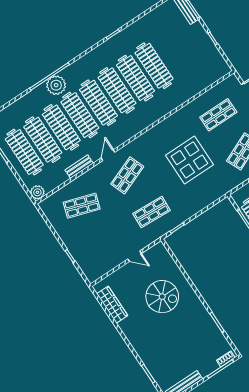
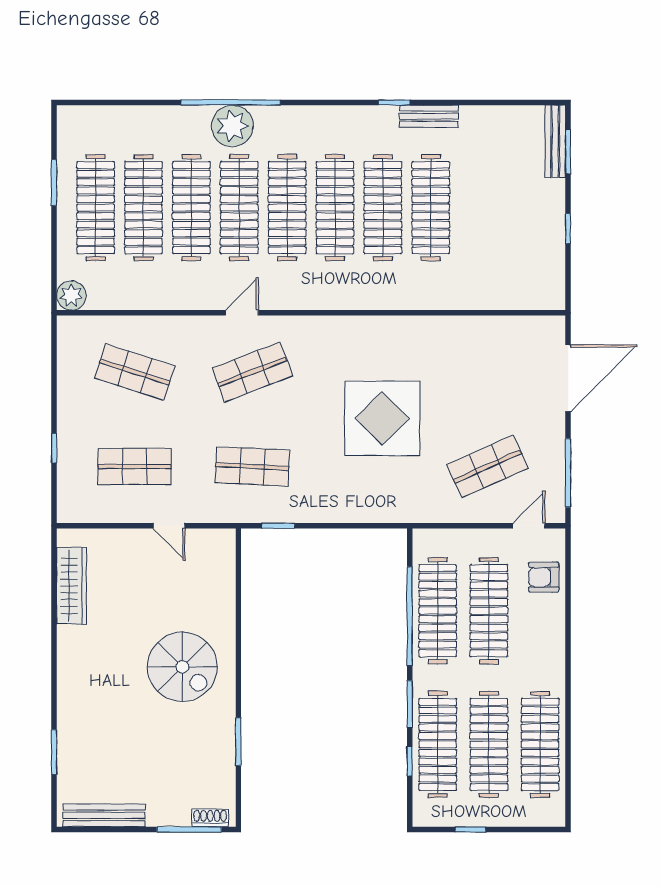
shop shelf: (218, 115) -> (135, 467), moved
bench: (79, 167) -> (429, 116), moved
spiral stairs: (162, 297) -> (182, 667), moved

